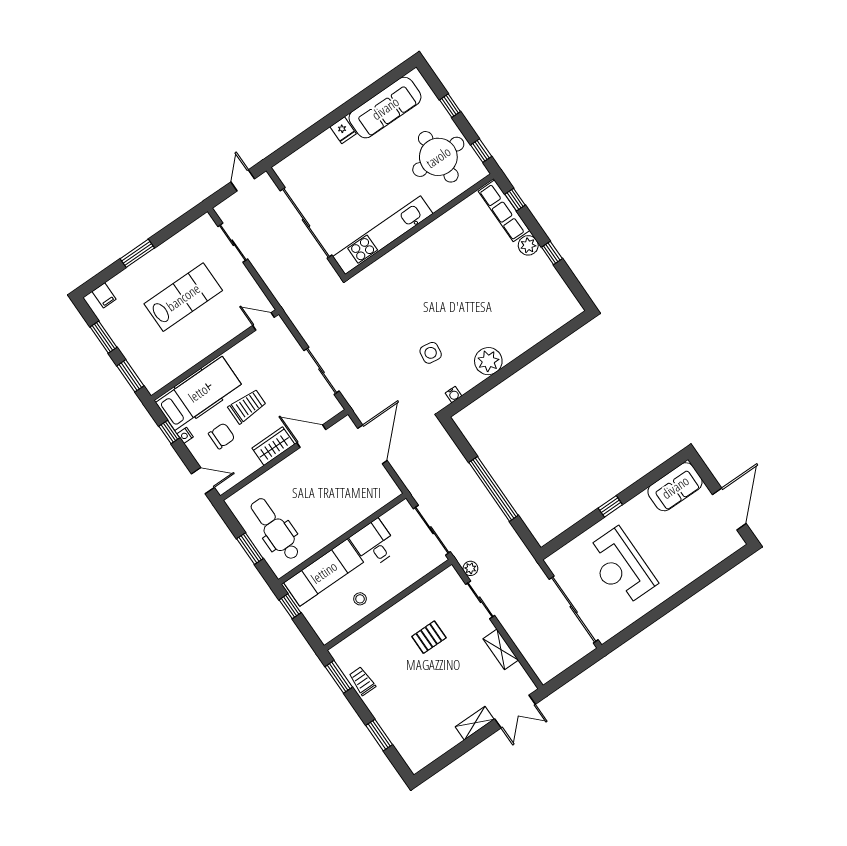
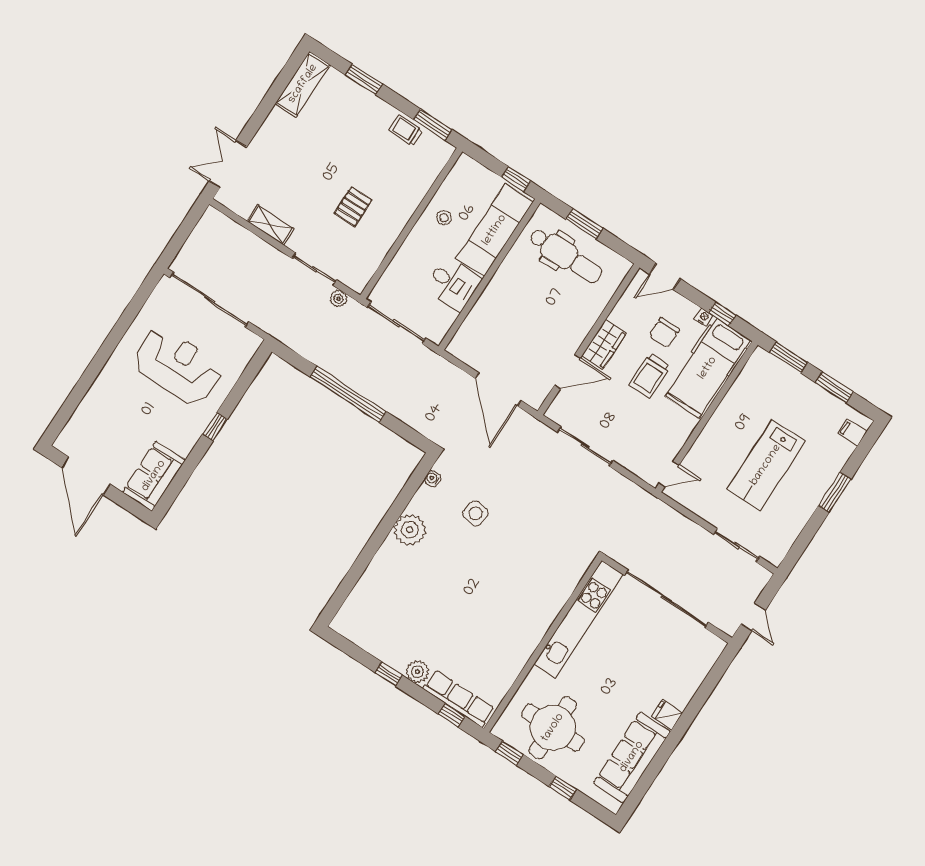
trolley: (362, 681) -> (406, 130), turned 180
shelving: (475, 723) -> (303, 84), moved, width x1.50, depth x1.33

